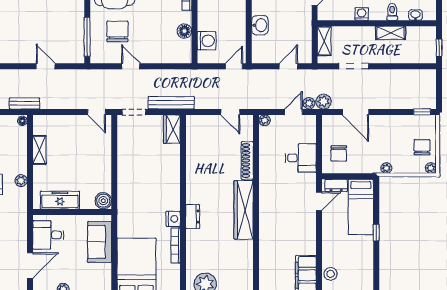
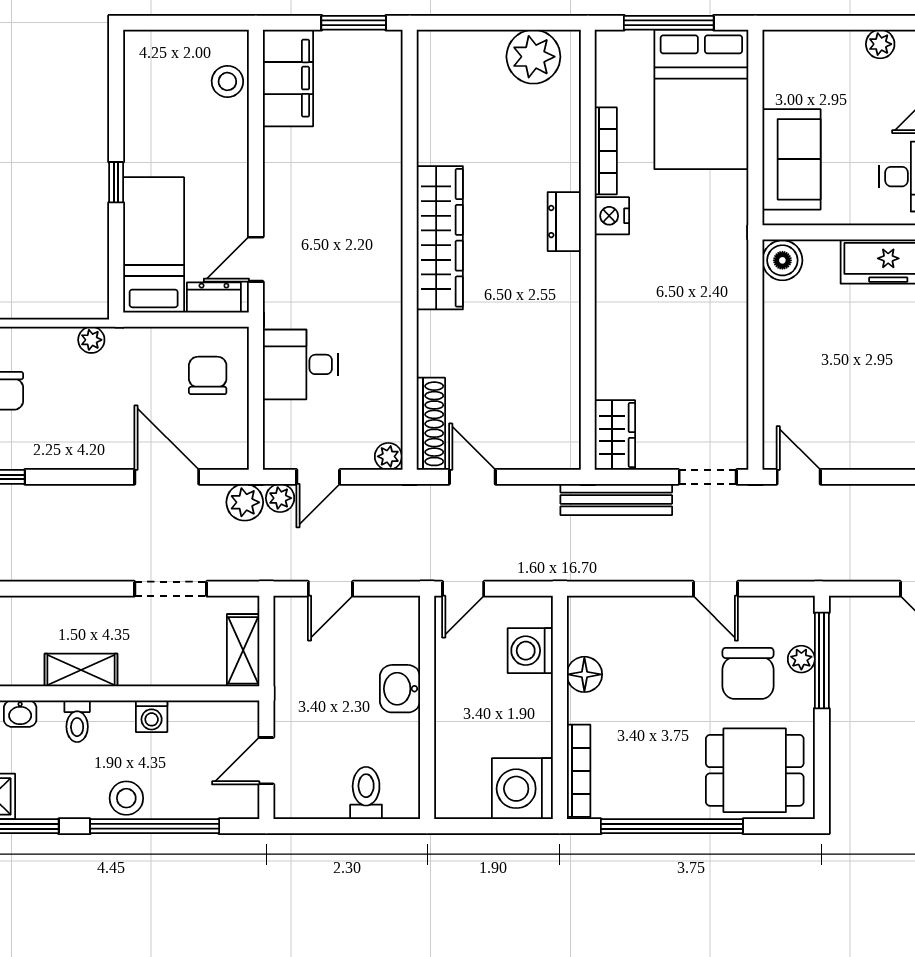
plant: (96, 37) -> (801, 659), added
shoe rack: (247, 161) -> (431, 424), moved

